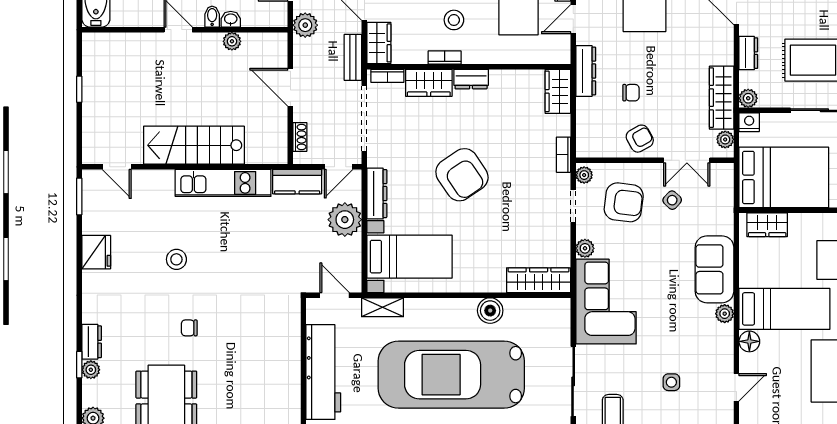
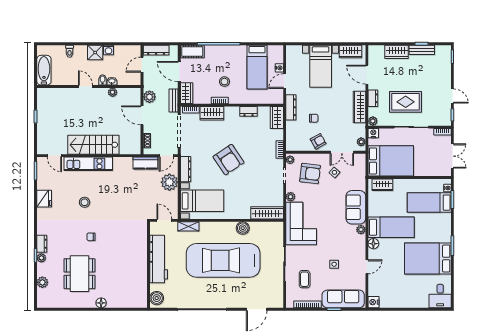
plant: (305, 25) -> (149, 97), moved
dresser: (471, 79) -> (249, 111), moved
wardrobe: (722, 98) -> (359, 107), moved
kitchen unit: (223, 183) -> (88, 164), moved

